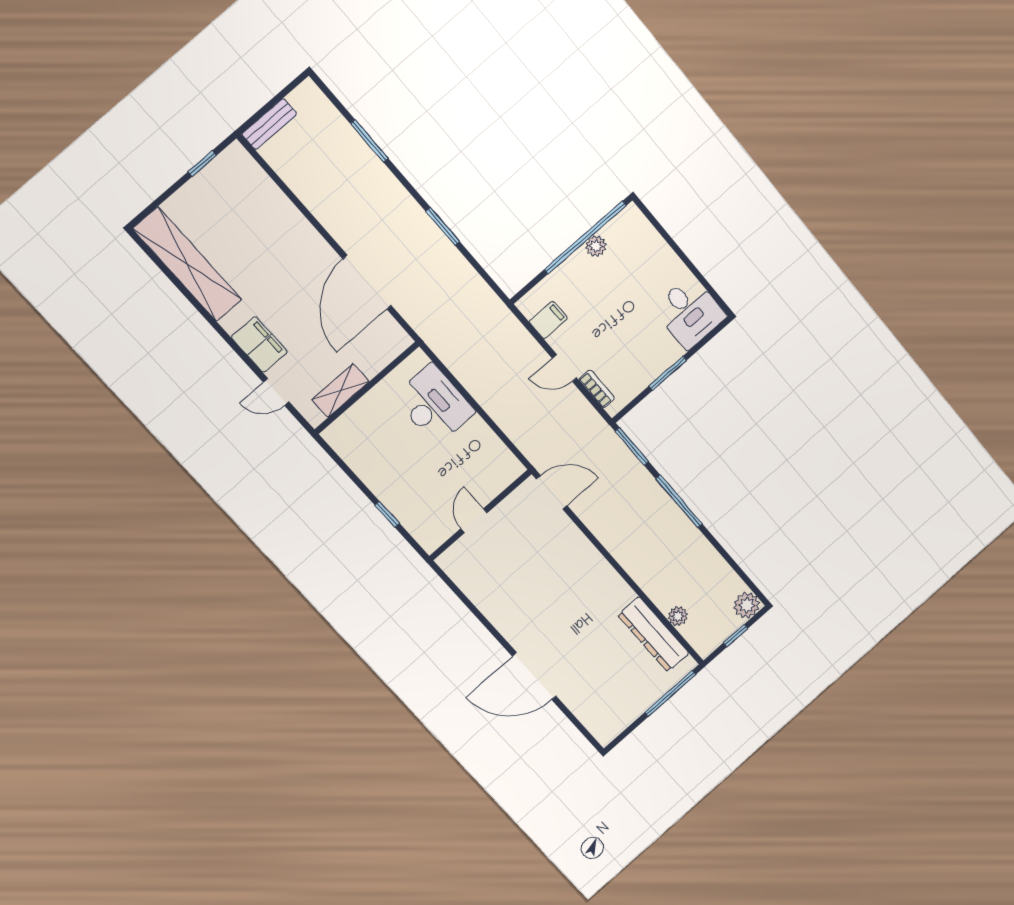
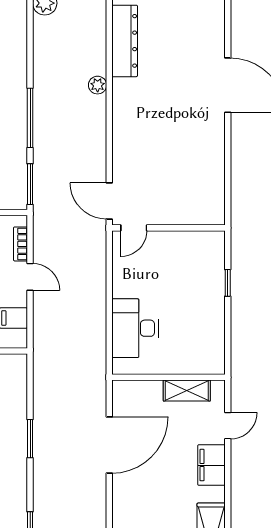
door: (276, 392) -> (228, 426), hinge flipped
door: (474, 521) -> (134, 228), moved
plant: (678, 616) -> (98, 85), moved

